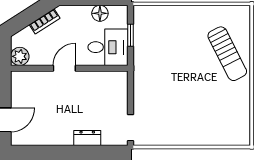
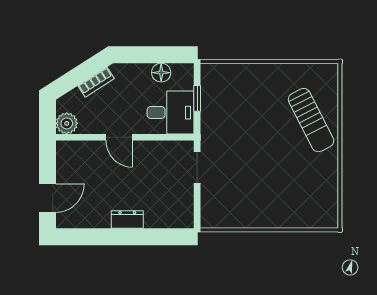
door: (64, 68) -> (119, 137), swing flipped
doorway: (131, 128) -> (197, 168), moved
dresser: (87, 138) -> (127, 219), moved

